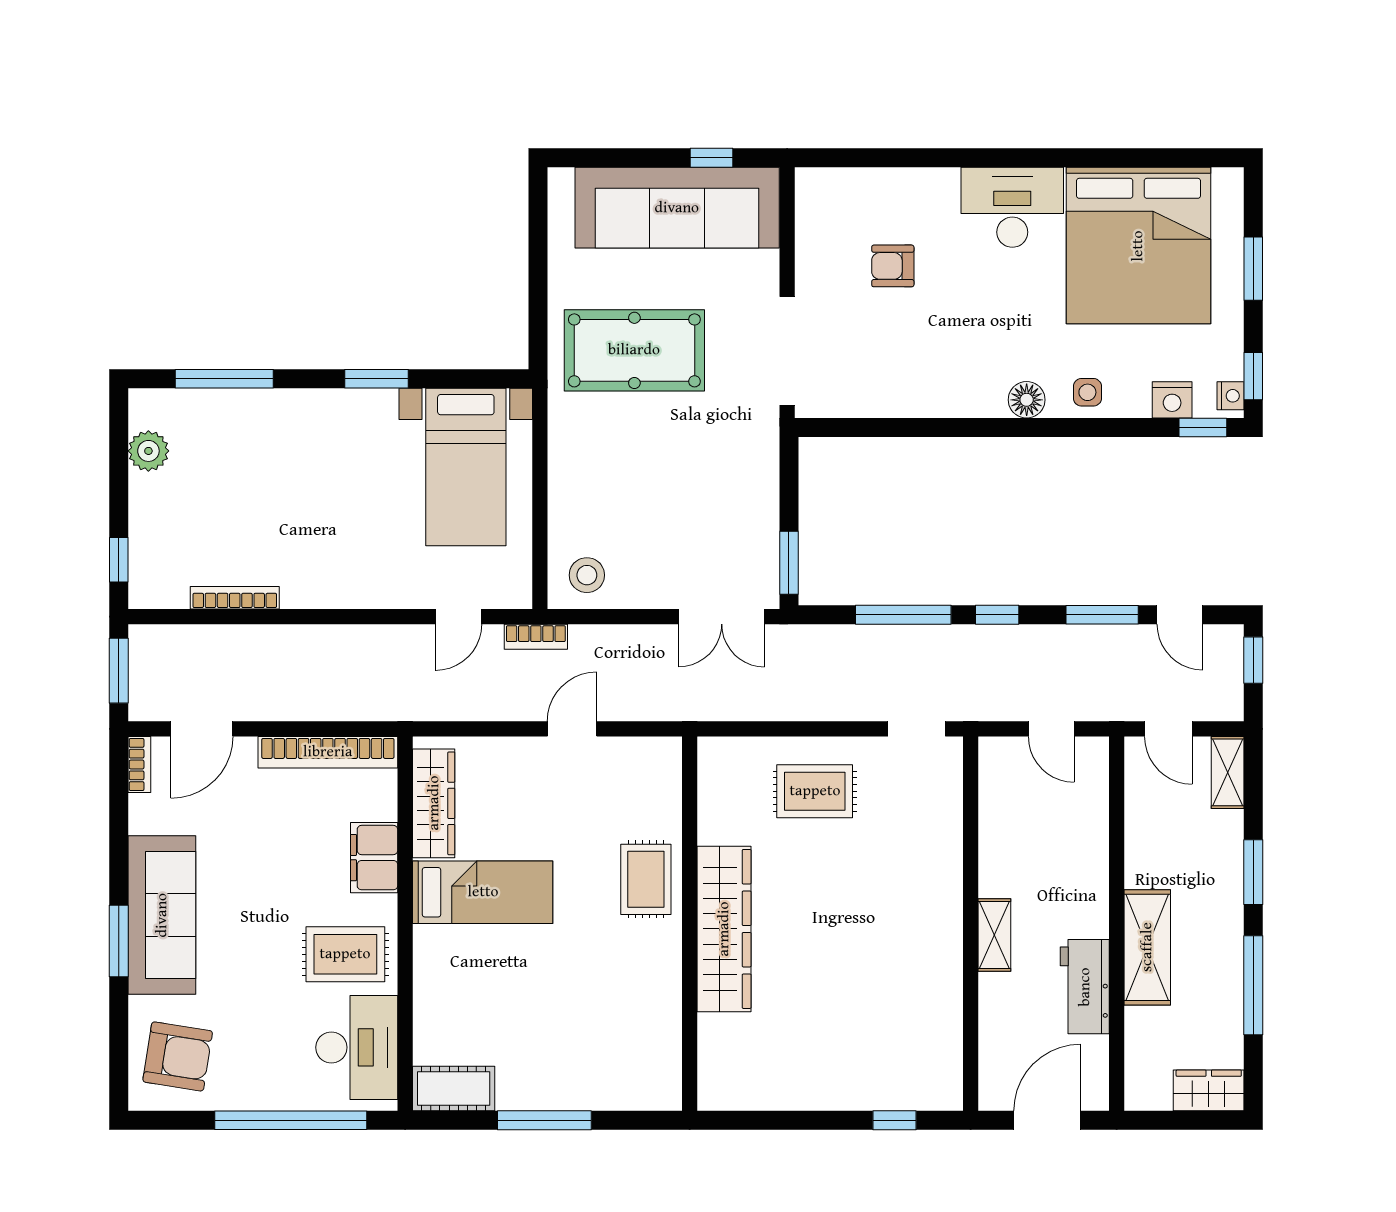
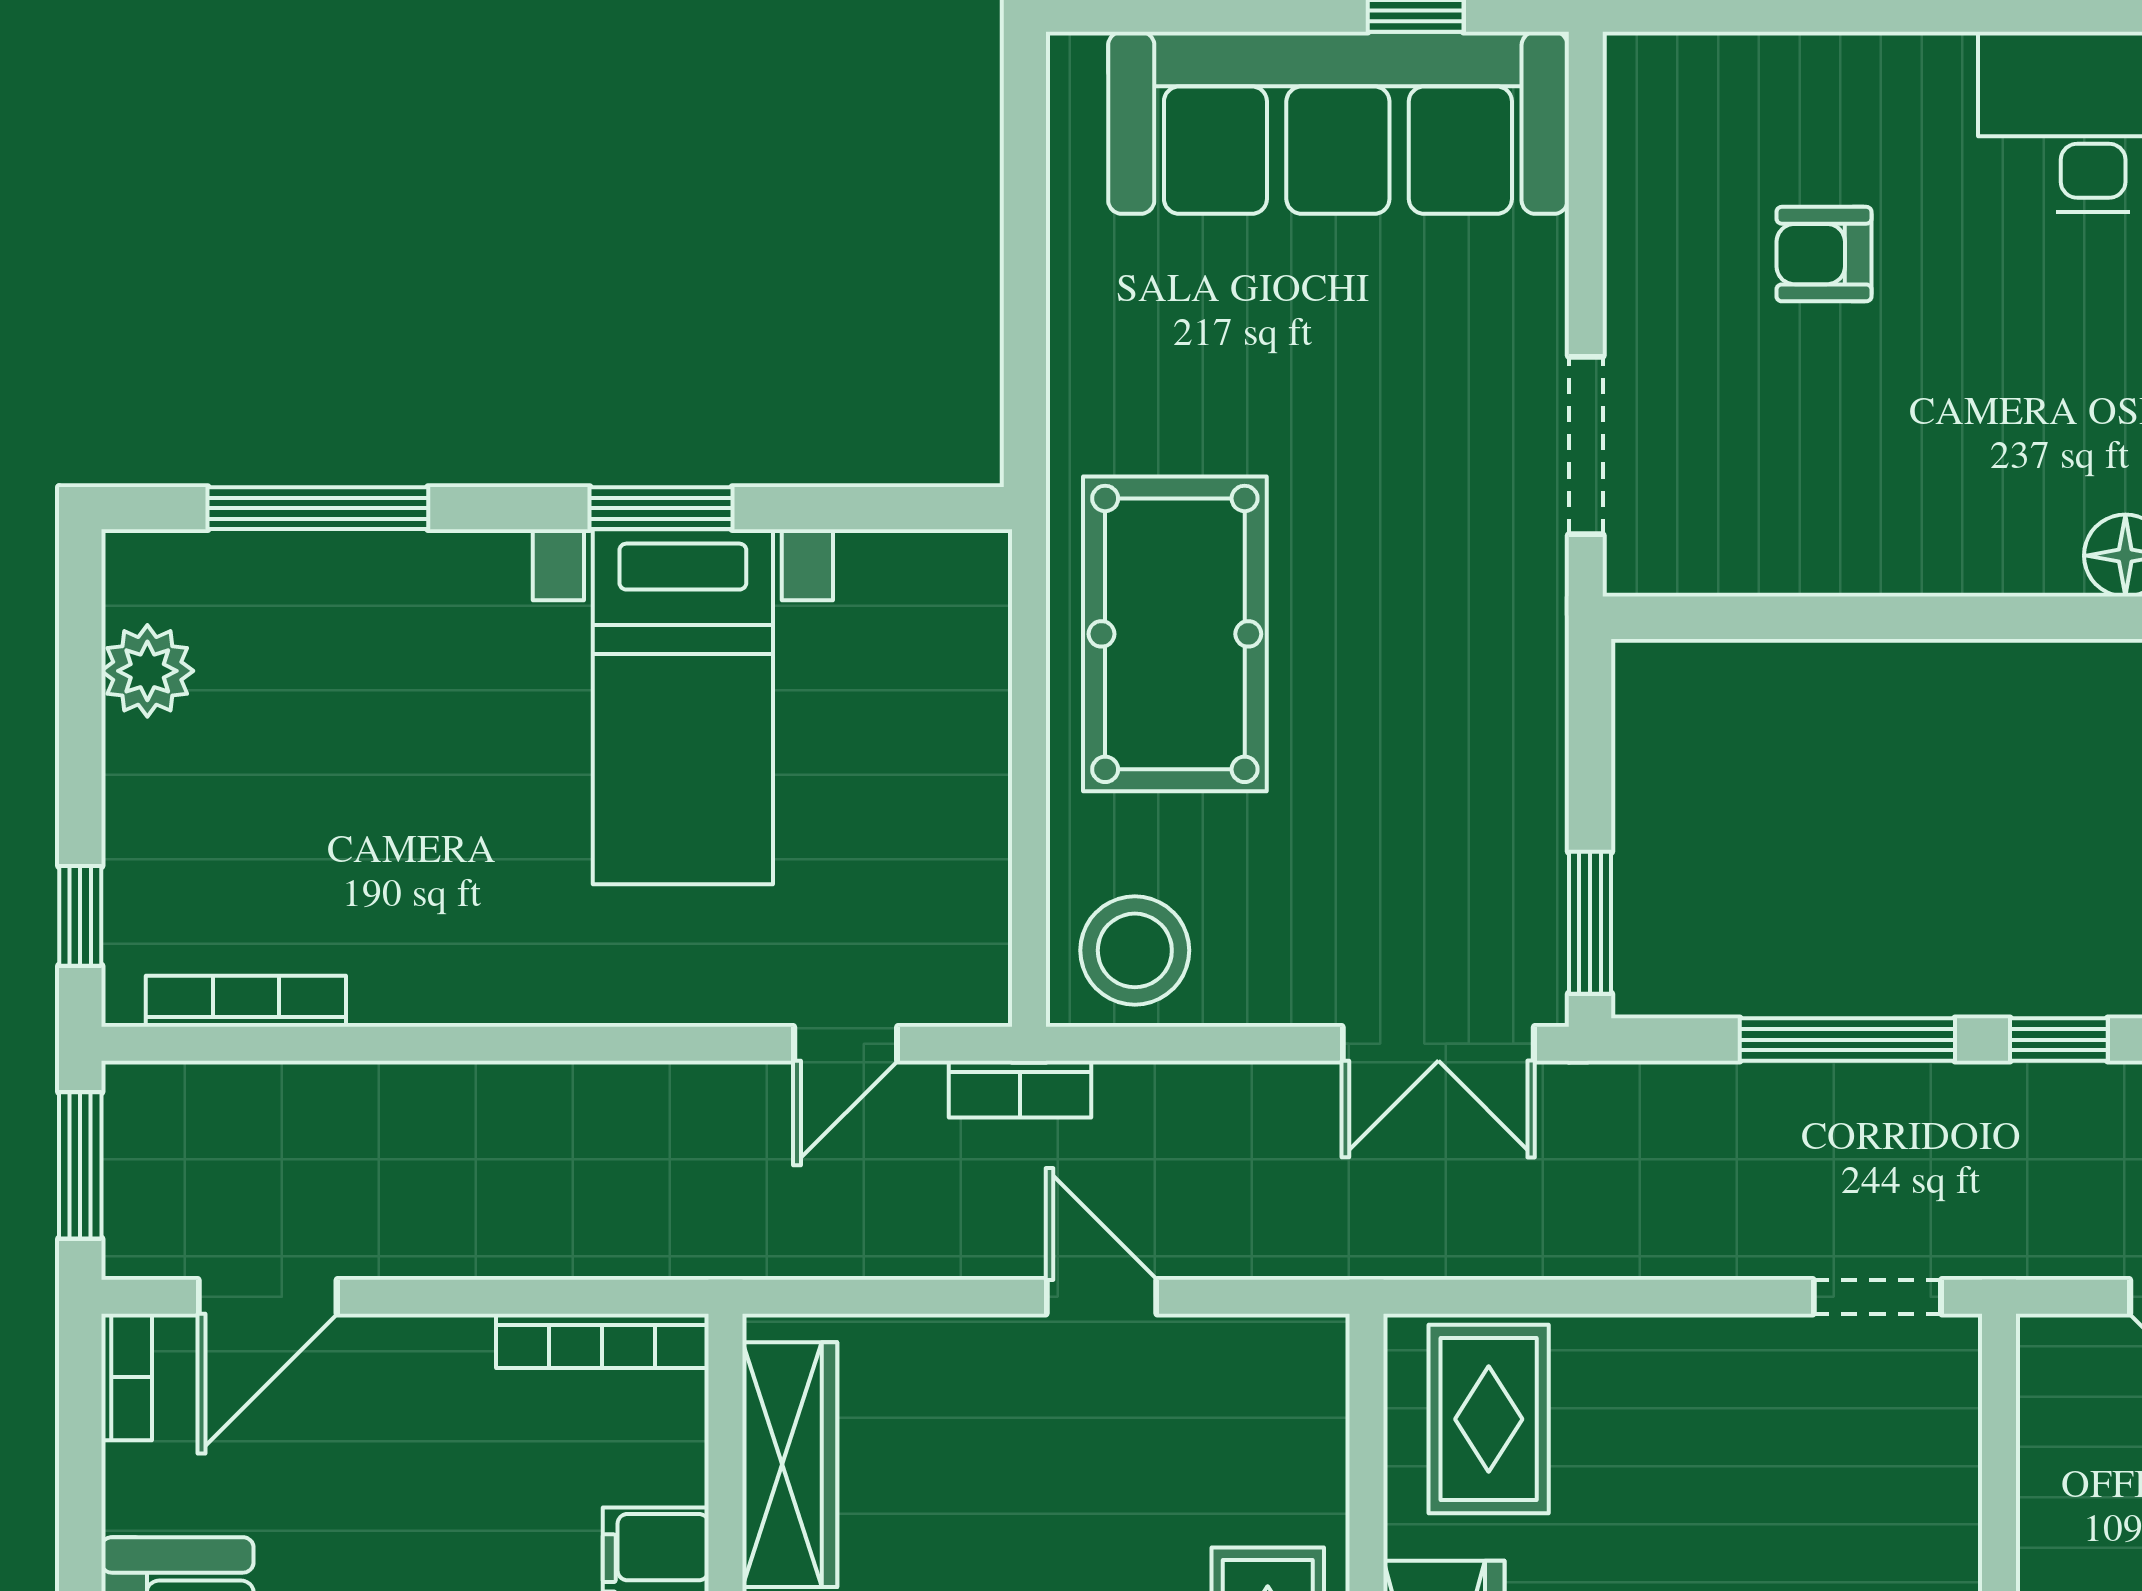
pool table: (634, 350) -> (1175, 634), moved, turned 90
doorway: (787, 351) -> (1586, 445), width x0.73
bed with nightstands: (466, 467) -> (683, 707), moved
stool: (587, 575) -> (1135, 950), width x1.38, depth x1.38
bookcase: (235, 598) -> (246, 1001), moved
door: (572, 729) -> (1102, 1297), hinge flipped
bookcase: (328, 752) -> (602, 1341), width x0.68, depth x0.76
rug: (815, 791) -> (1489, 1419), moved, turned 90

